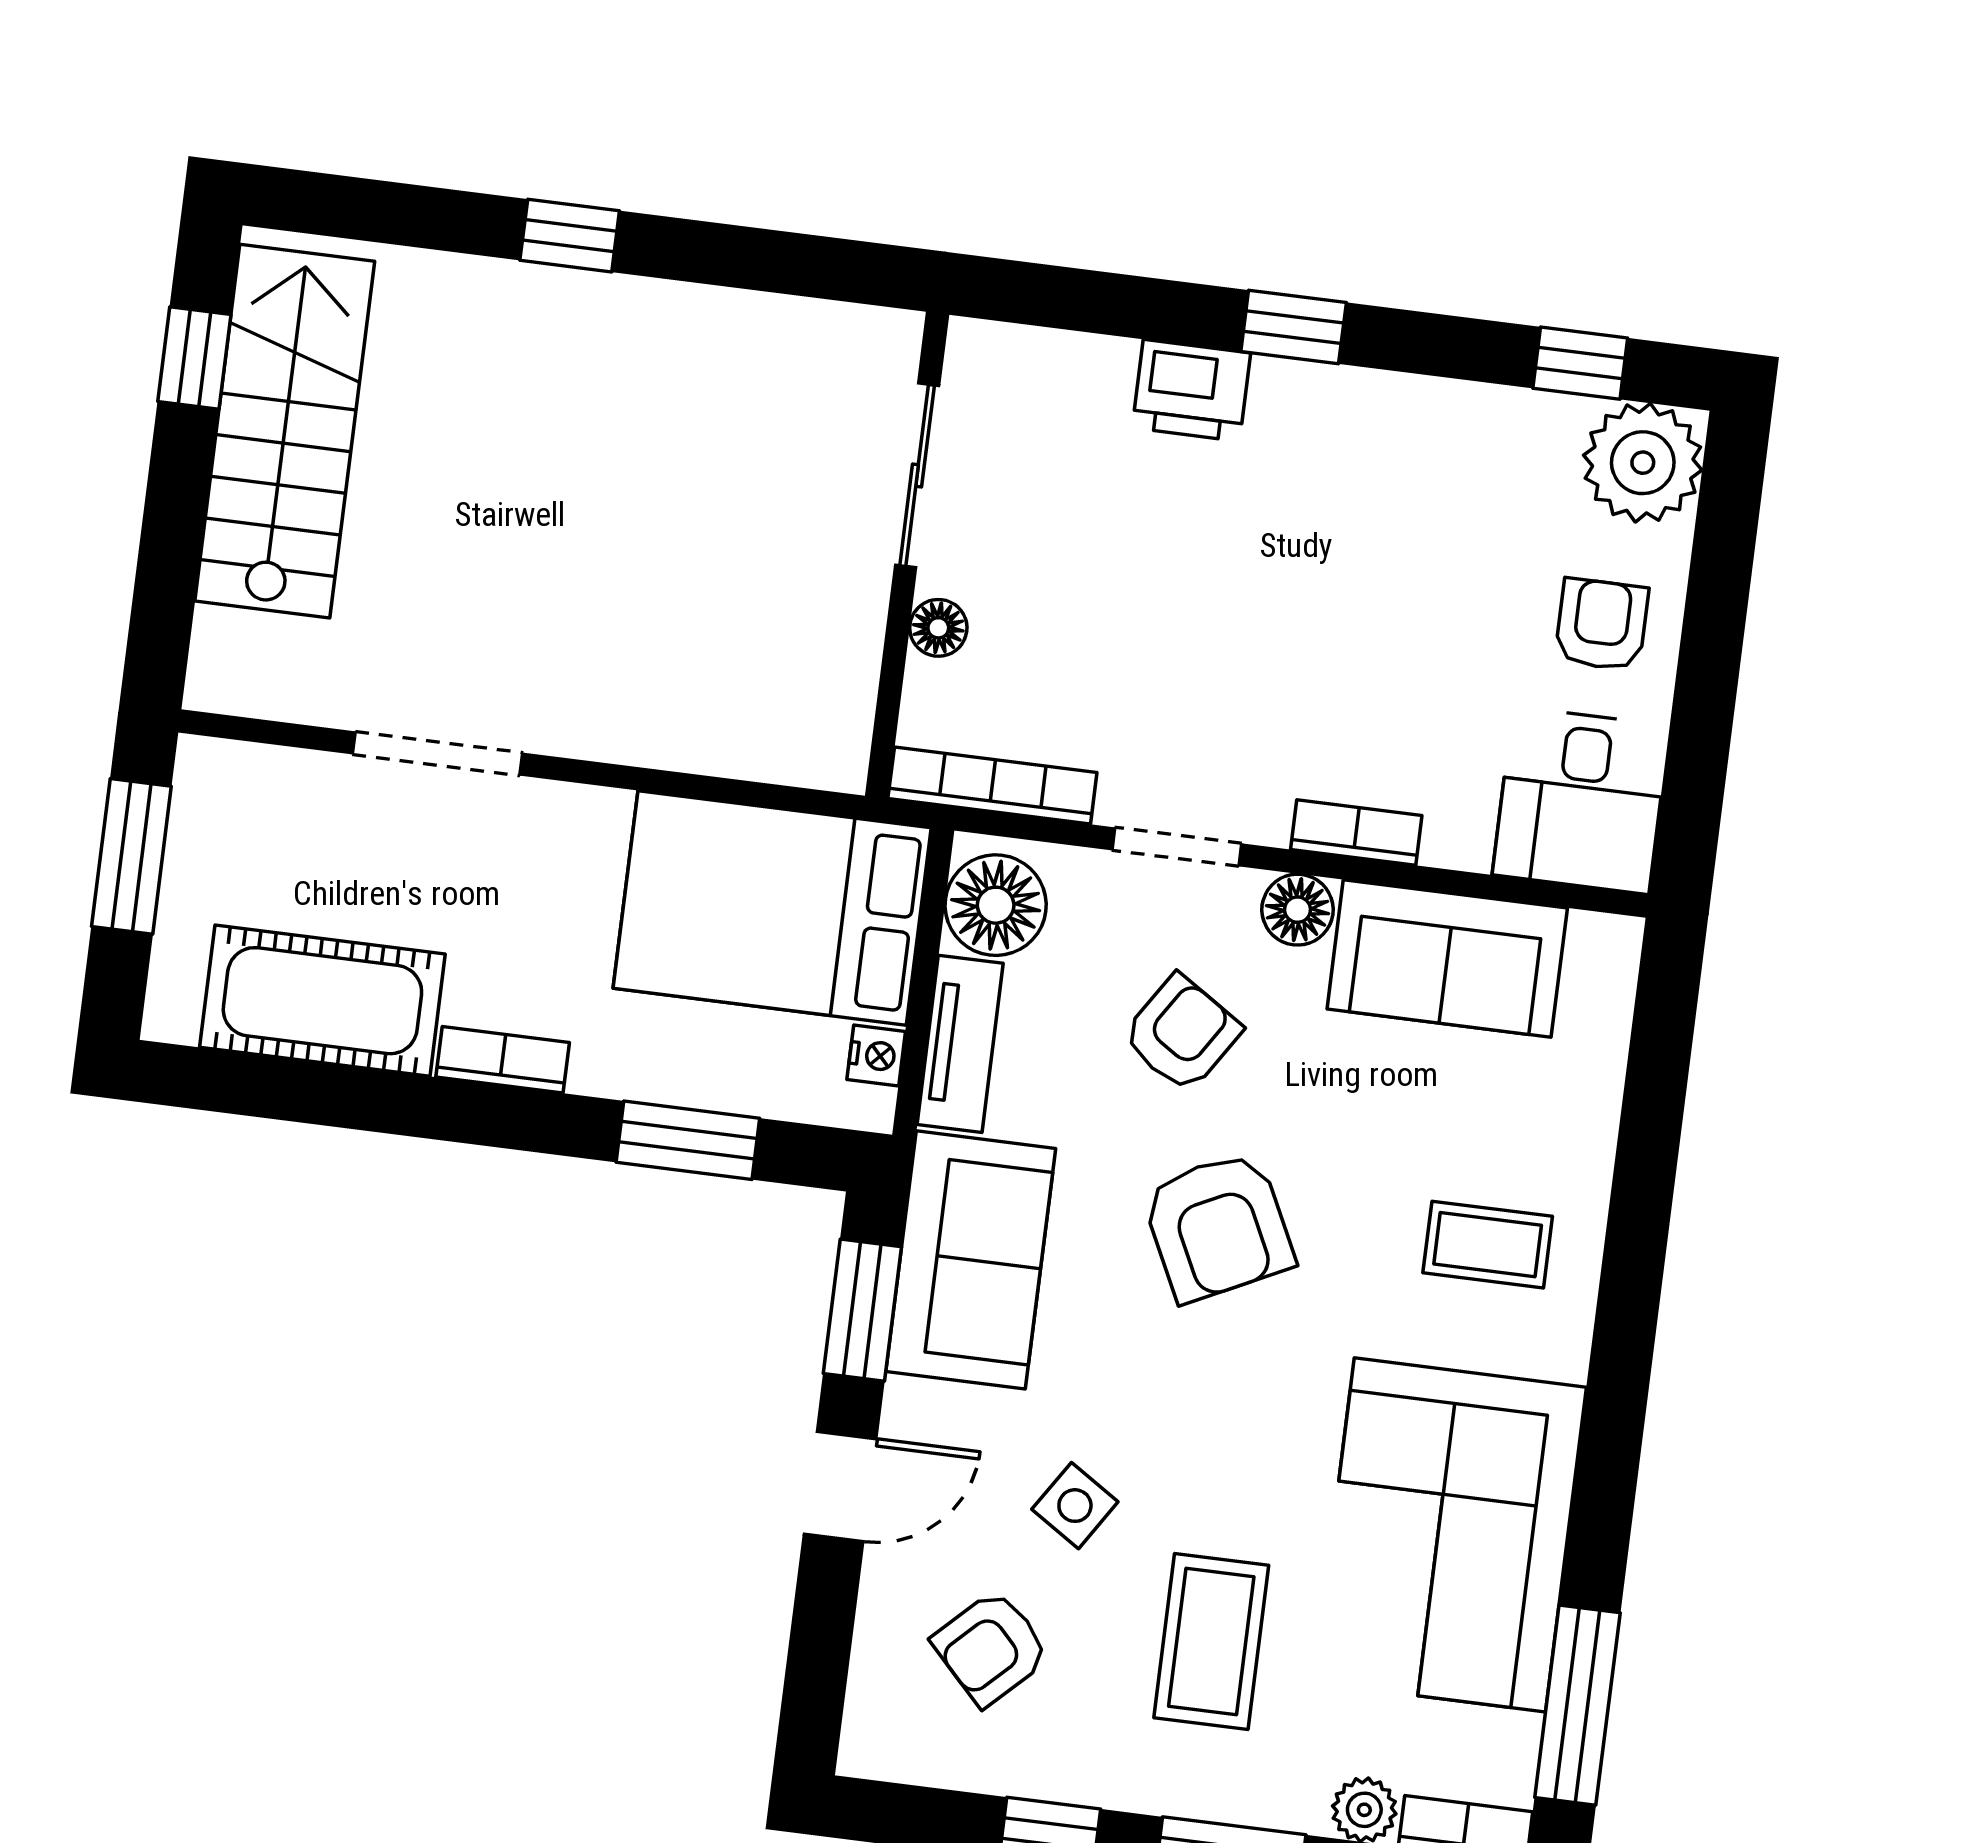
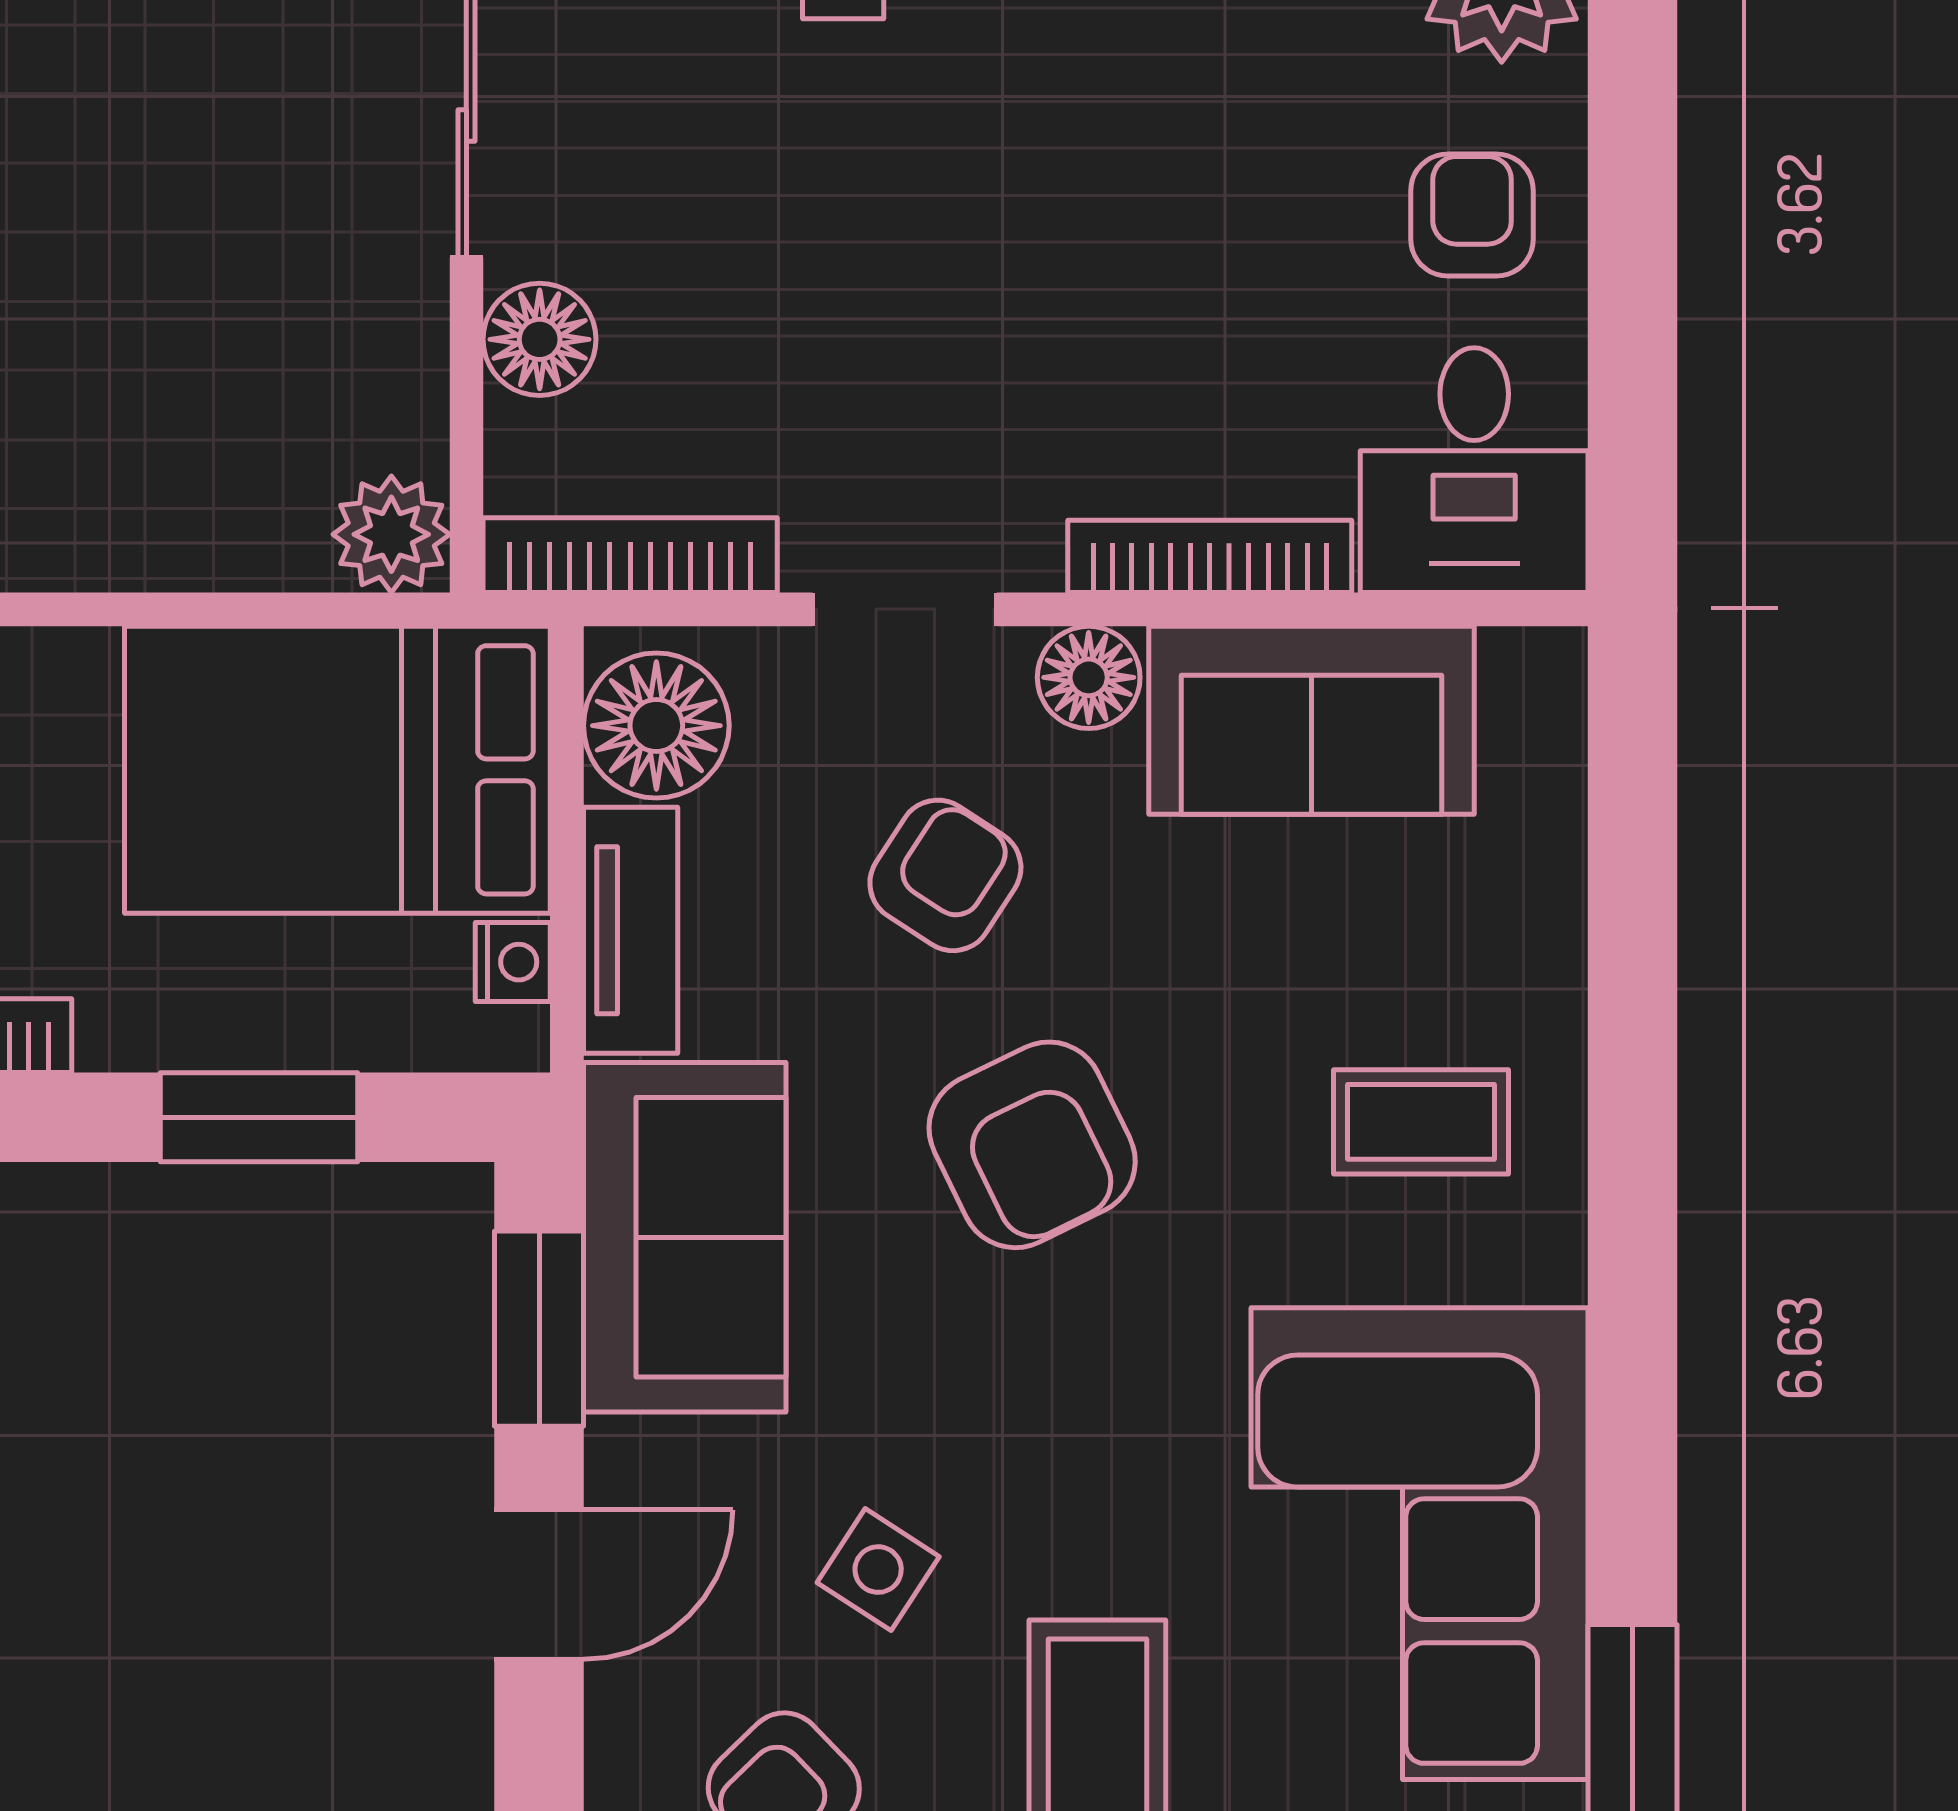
floor lamp: (938, 628) -> (540, 339), width x1.37, depth x1.37
plant: (830, 750) -> (391, 534), added
bookcase: (1356, 832) -> (1210, 556), width x1.56

